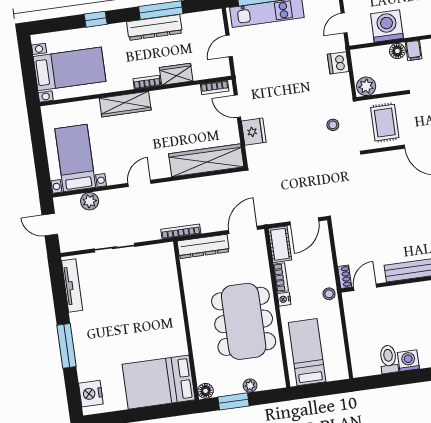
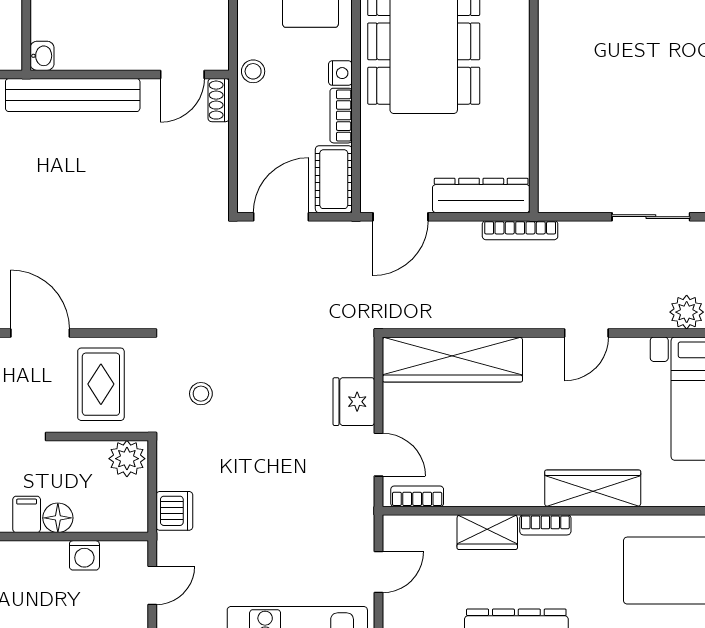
washing machine: (387, 26) -> (84, 555), width x0.53, depth x0.53

